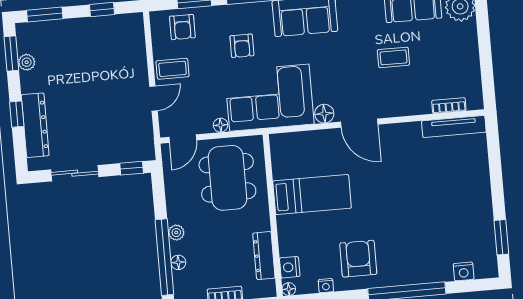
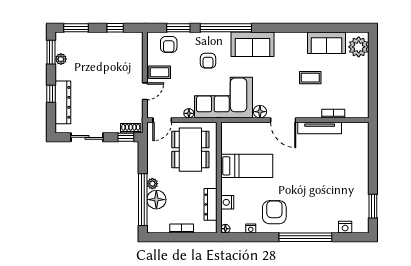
bookcase: (449, 106) -> (333, 114), moved
tv unit: (454, 127) -> (320, 128), moved
shoe rack: (138, 155) -> (131, 128), added
floor lamp: (178, 262) -> (156, 200), width x1.89, depth x1.89
nightstand: (290, 267) -> (227, 202), moved

